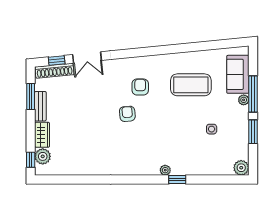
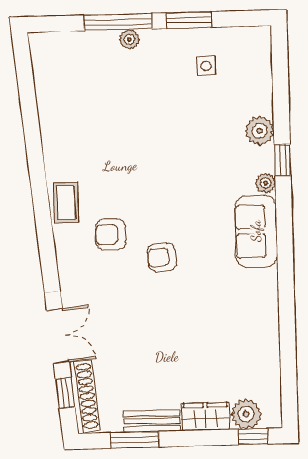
sofa: (238, 74) -> (256, 231), moved, turned 90
coffee table: (191, 85) -> (66, 203), moved, width x0.54, depth x0.58
side table: (212, 129) -> (206, 66), moved
plant: (241, 168) -> (260, 131), moved

